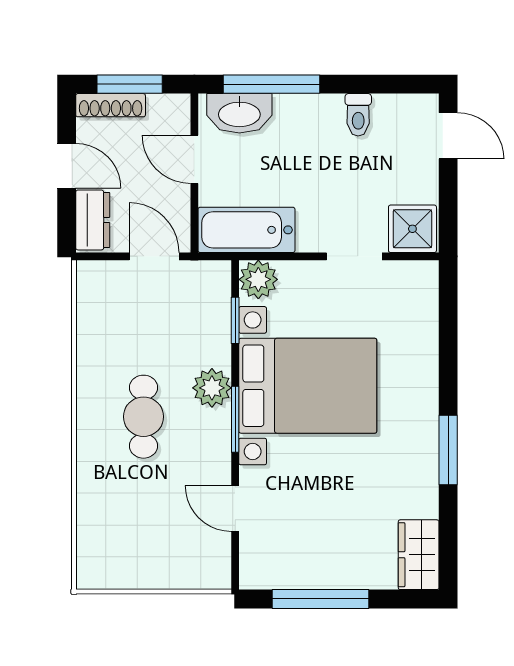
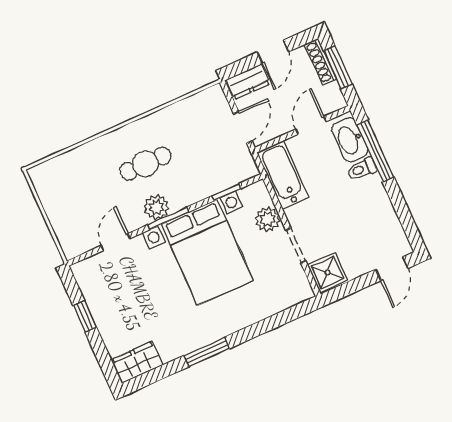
toilet: (358, 115) -> (362, 169), moved
plant: (258, 279) -> (268, 219), moved
plant: (212, 388) -> (156, 207), moved
window: (321, 599) -> (85, 316), width x0.46

